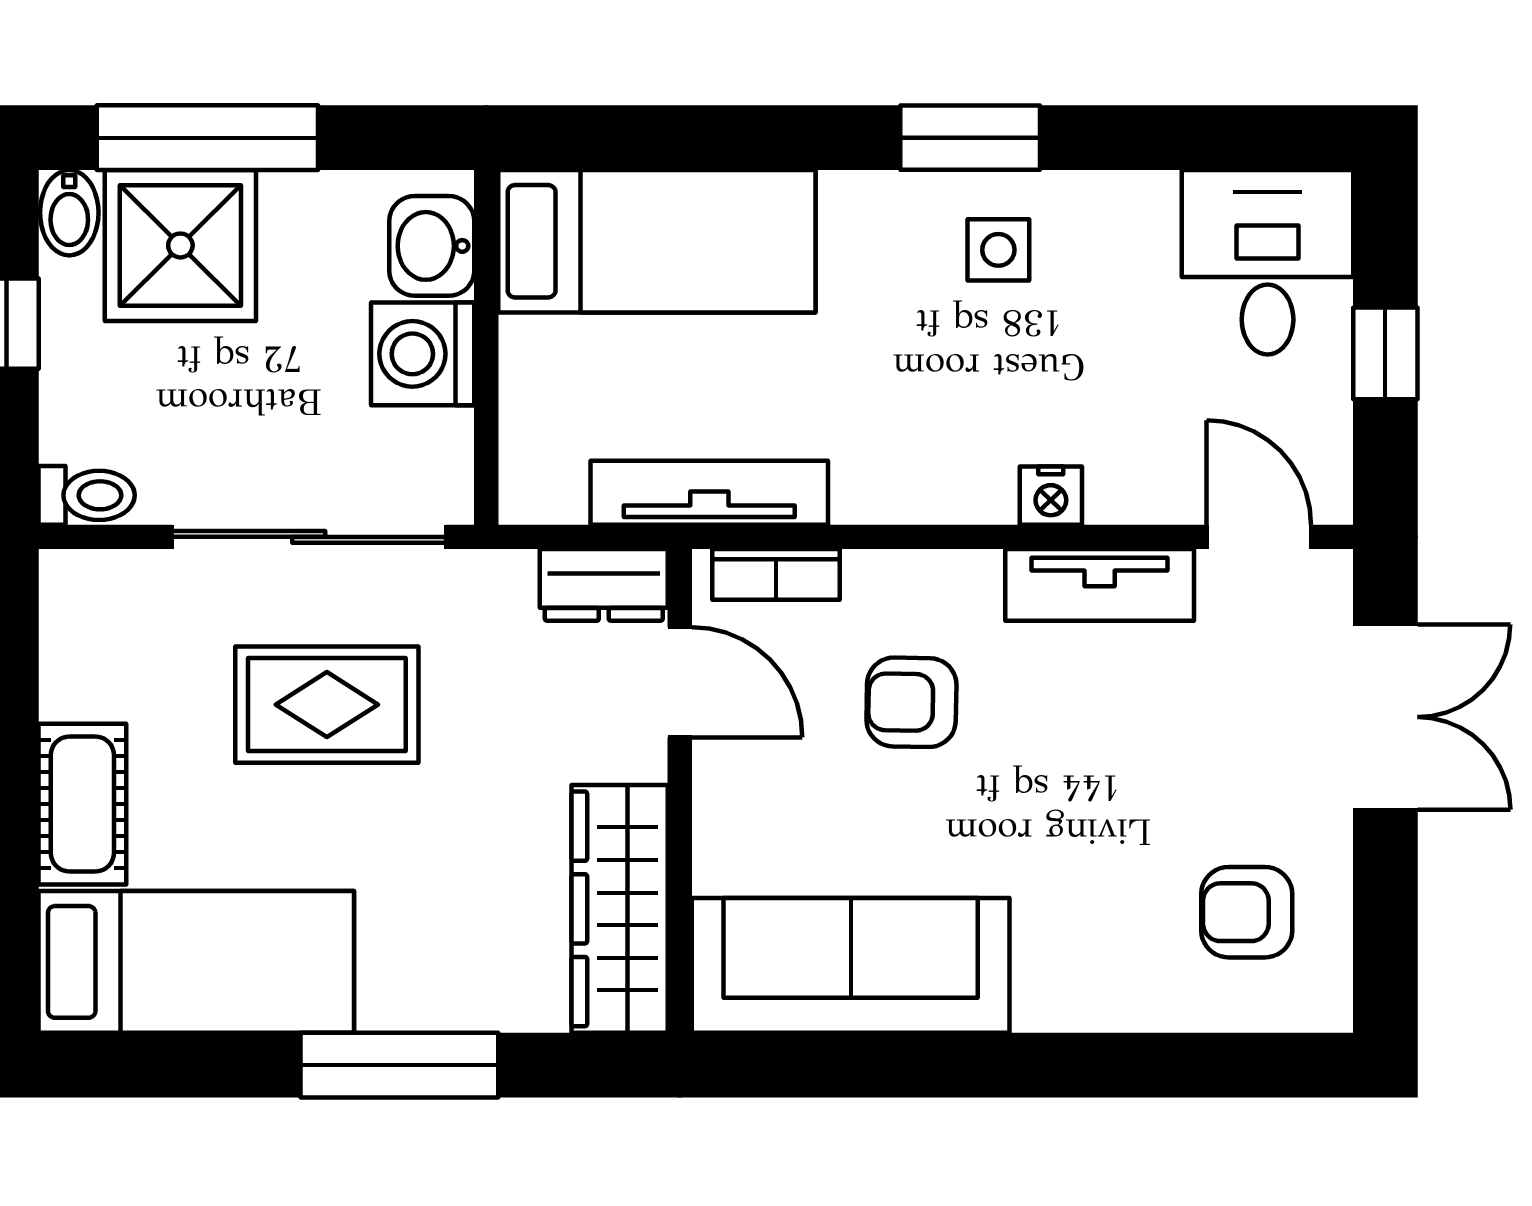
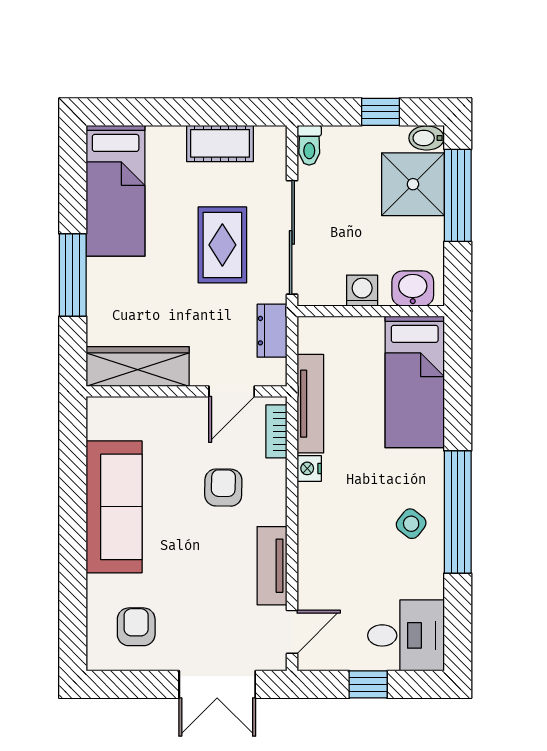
window: (970, 138) -> (458, 512), width x2.11
side table: (998, 250) -> (411, 524), turned 38
washing machine: (423, 354) -> (362, 291), width x0.73, depth x0.73
nightstand: (1051, 496) -> (309, 468), moved
dresser: (604, 585) -> (272, 331), moved
cot: (82, 804) -> (220, 143), moved
sofa: (851, 965) -> (114, 507), moved

